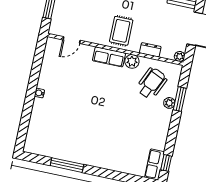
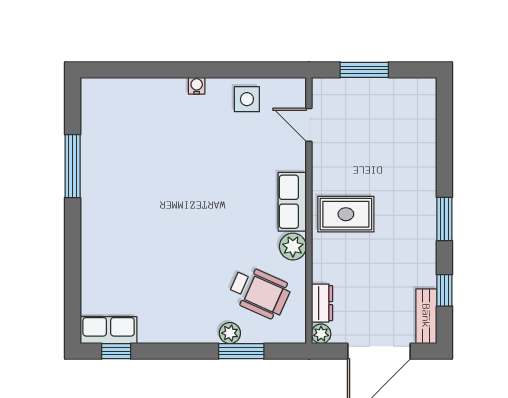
dresser: (150, 50) -> (322, 303), moved
side table: (52, 69) -> (247, 99), added

